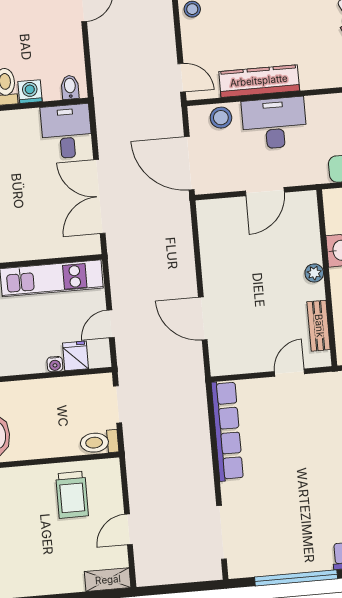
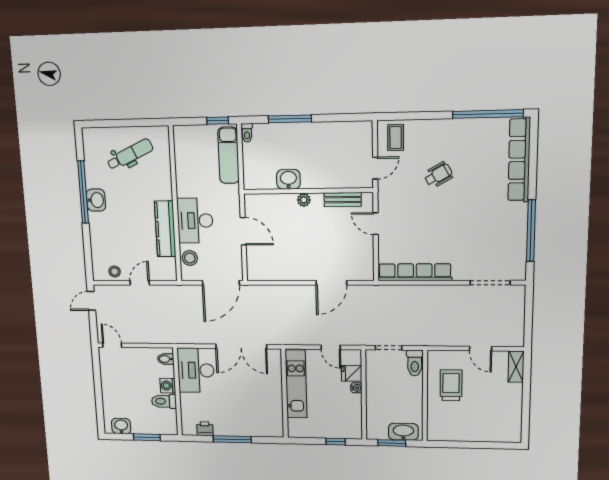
door: (182, 78) -> (140, 283), moved
desk: (66, 132) -> (196, 370), width x1.37
trolley: (72, 495) -> (451, 385), turned -90

